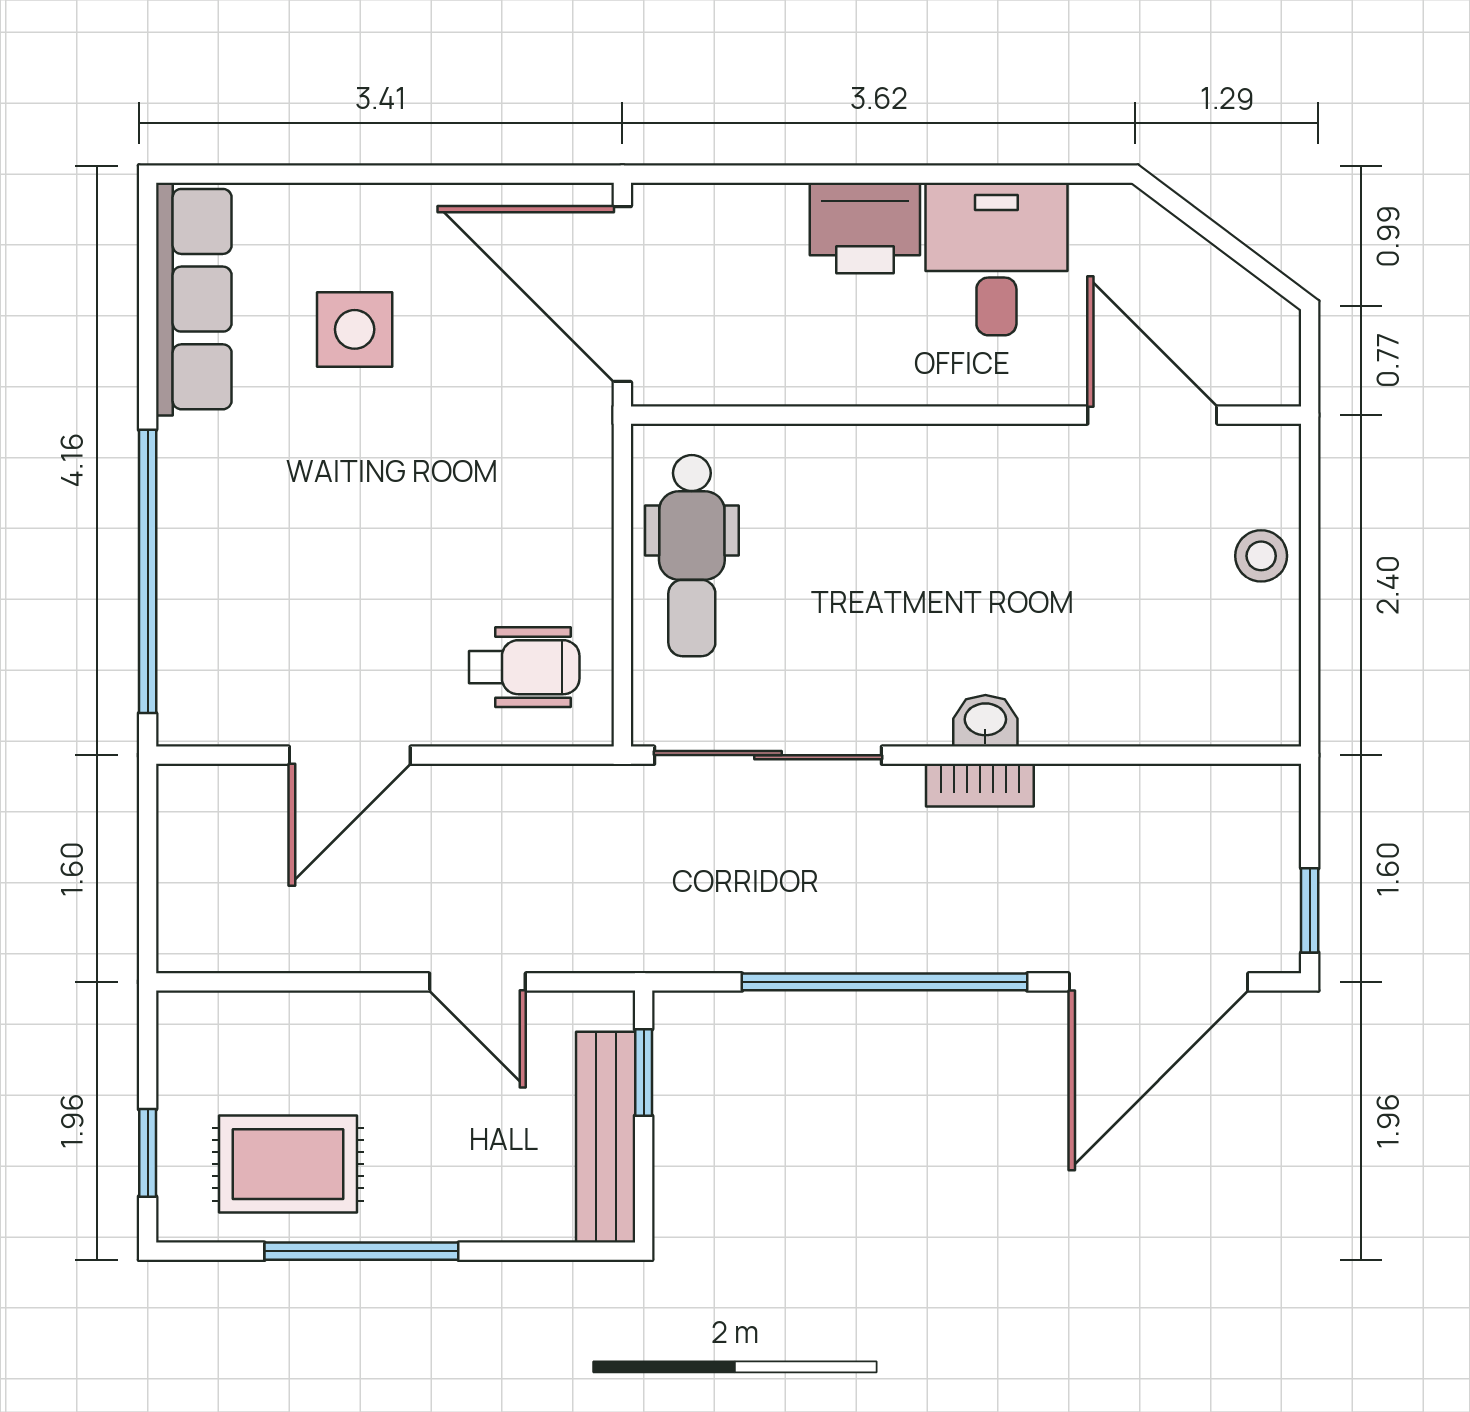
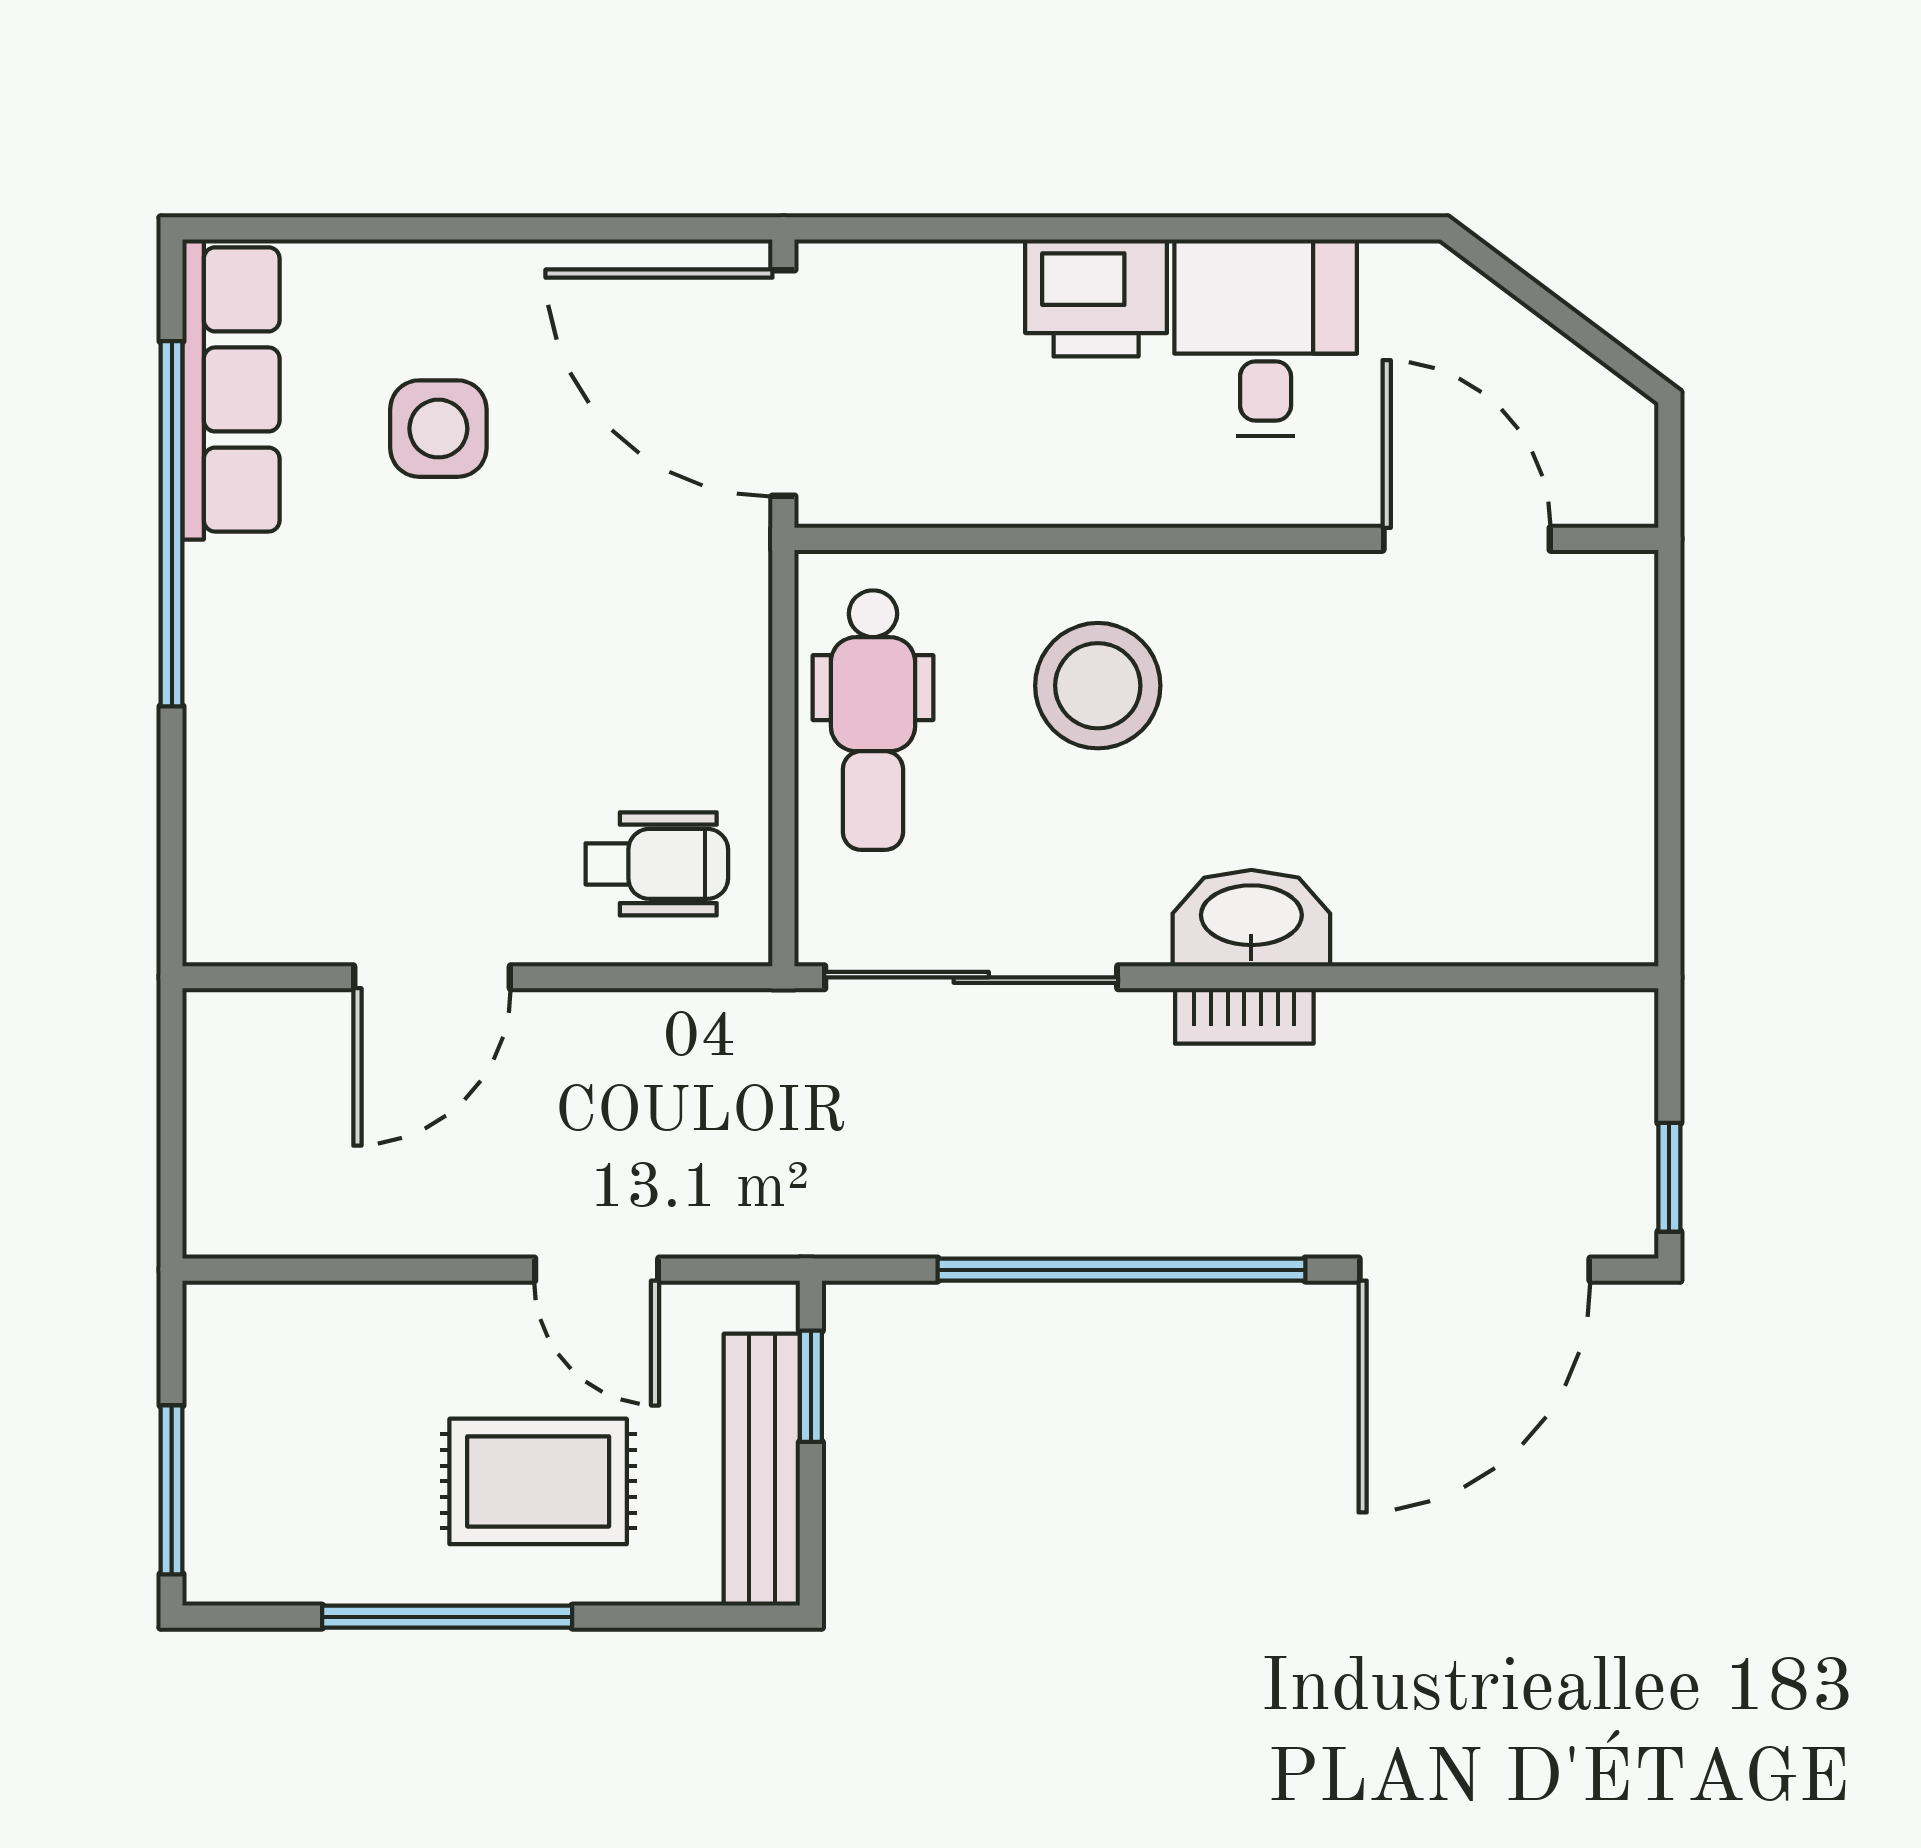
stool: (1261, 556) -> (1098, 686), moved, width x1.89, depth x1.89
window: (148, 571) -> (172, 524), moved
washbasin: (985, 721) -> (1251, 918), width x1.91, depth x1.45
window: (148, 1153) -> (172, 1490), width x1.50
rug: (288, 1164) -> (538, 1481), moved

